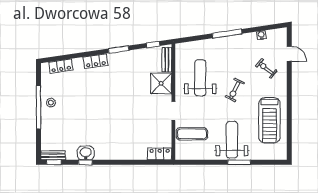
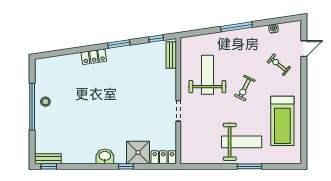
door: (289, 54) -> (304, 49), hinge flipped
locker: (61, 66) -> (56, 62), removed
shower: (161, 83) -> (138, 152), moved
exercise mat: (192, 134) -> (198, 136), removed
weight bench: (232, 140) -> (242, 142), turned 90
washbasin: (86, 153) -> (105, 156), moved
window: (85, 162) -> (126, 166), moved

